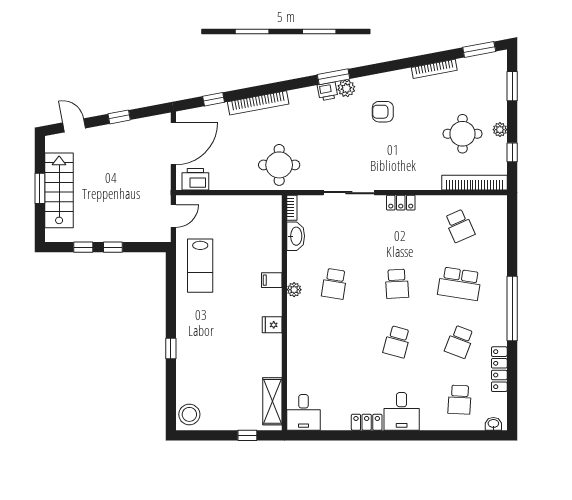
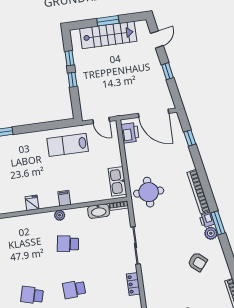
bookcase: (258, 103) -> (198, 192), moved
armchair: (383, 112) -> (198, 262), turned 130
kitchen sink: (259, 205) -> (117, 181), added

